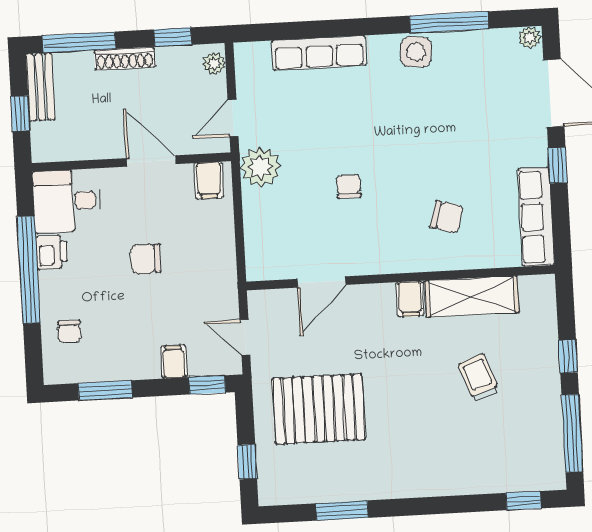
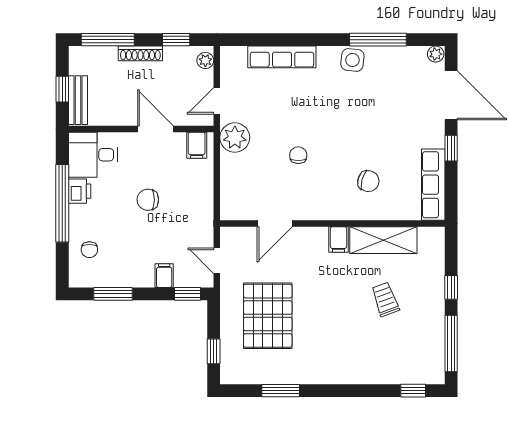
bench: (40, 87) -> (78, 100), moved
pallet: (319, 409) -> (268, 316), turned 90

